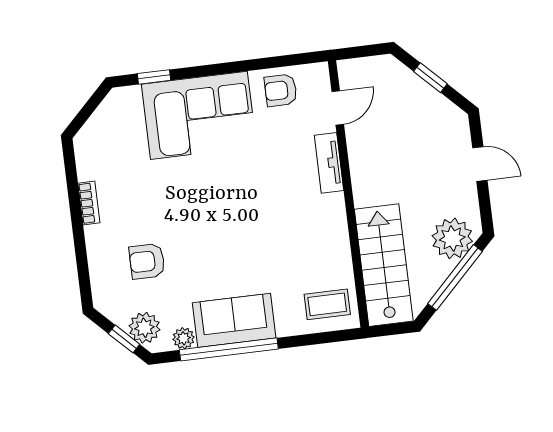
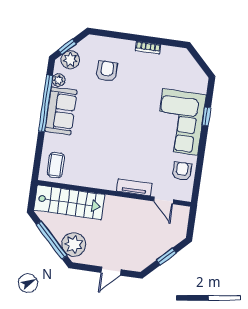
window: (154, 77) -> (206, 116), moved

